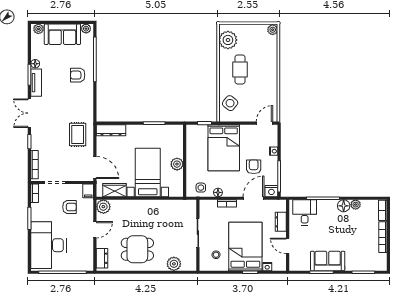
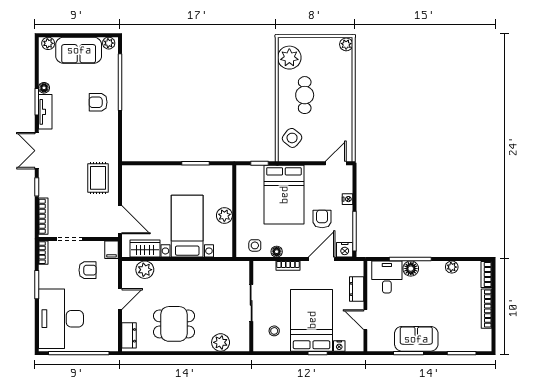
dresser: (111, 130) -> (141, 172), removed
floor lamp: (344, 206) -> (411, 269), moved
plant: (103, 207) -> (145, 270), moved

